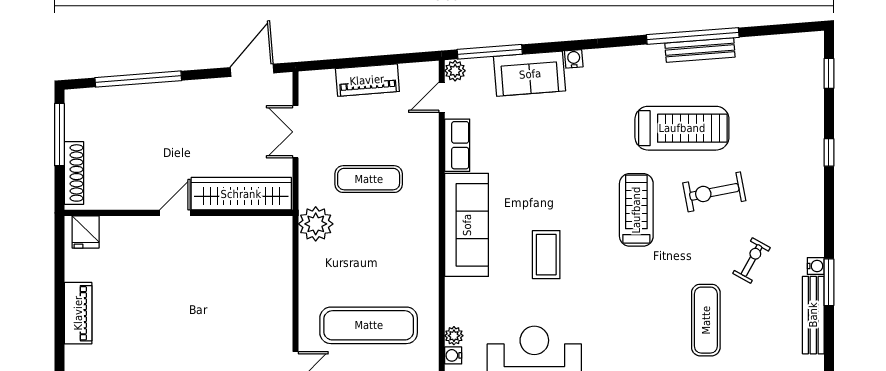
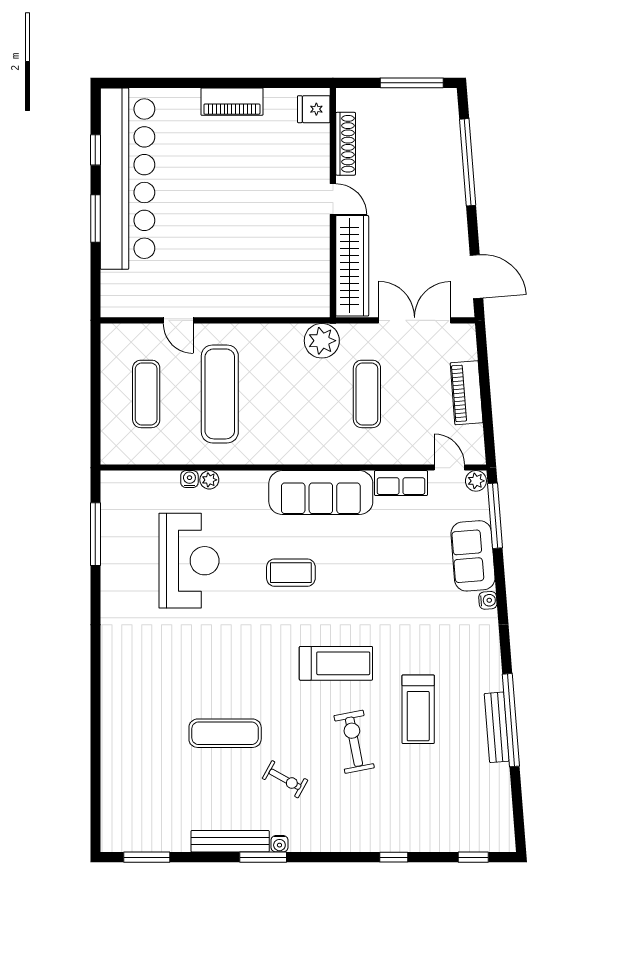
treadmill: (682, 128) -> (418, 709), width x0.73, depth x0.73
double door: (295, 132) -> (415, 320), width x1.37
shoe rack: (74, 173) -> (346, 144), moved, turned -90

